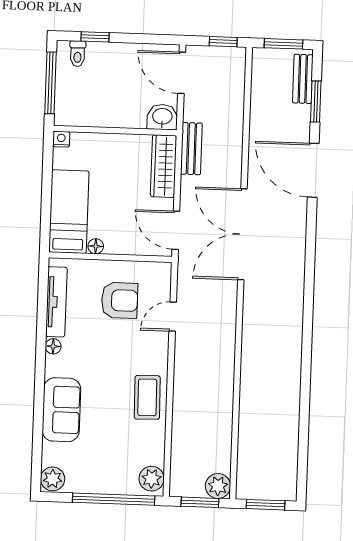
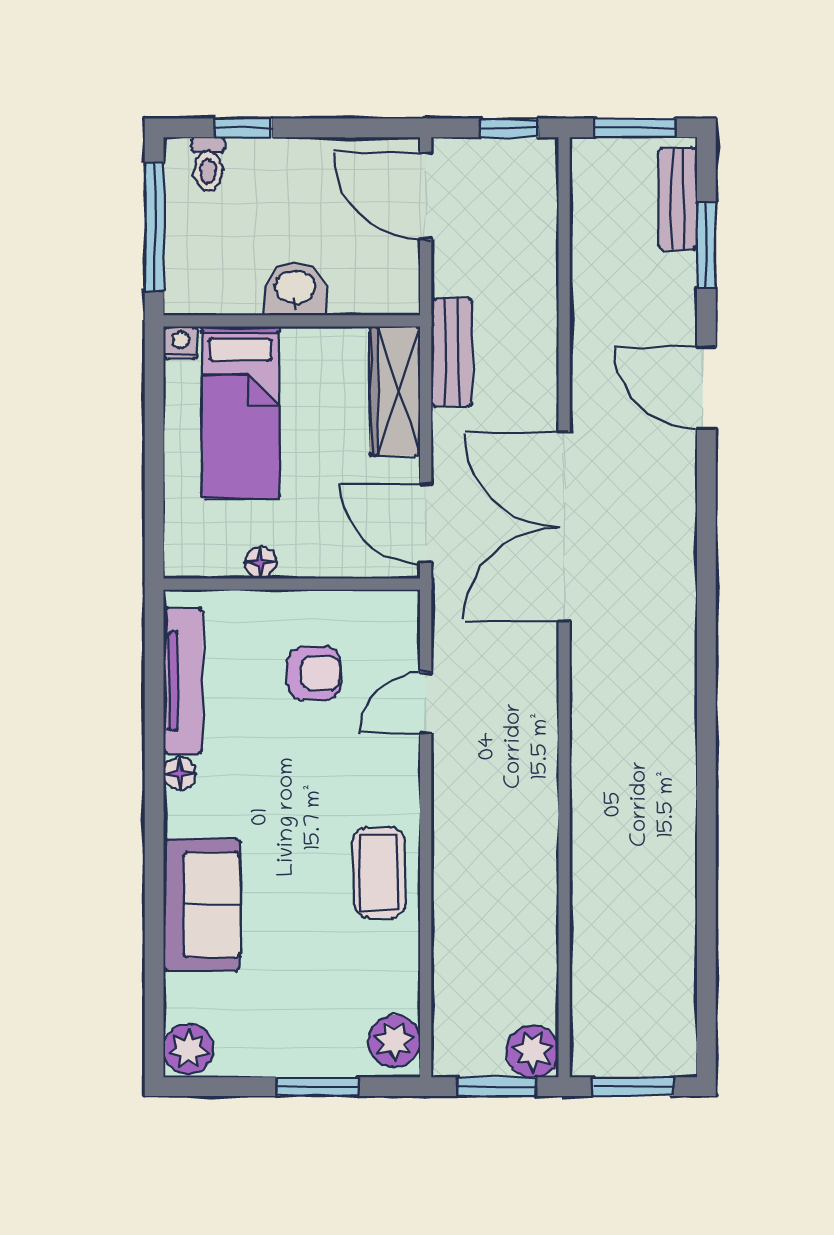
washbasin: (162, 117) -> (295, 289), moved
door: (313, 170) -> (706, 388), width x0.73
bed: (69, 212) -> (240, 412), moved, turned 180
armchair: (120, 300) -> (314, 673), width x0.72, depth x0.72
window: (114, 499) -> (317, 1087), width x0.47

